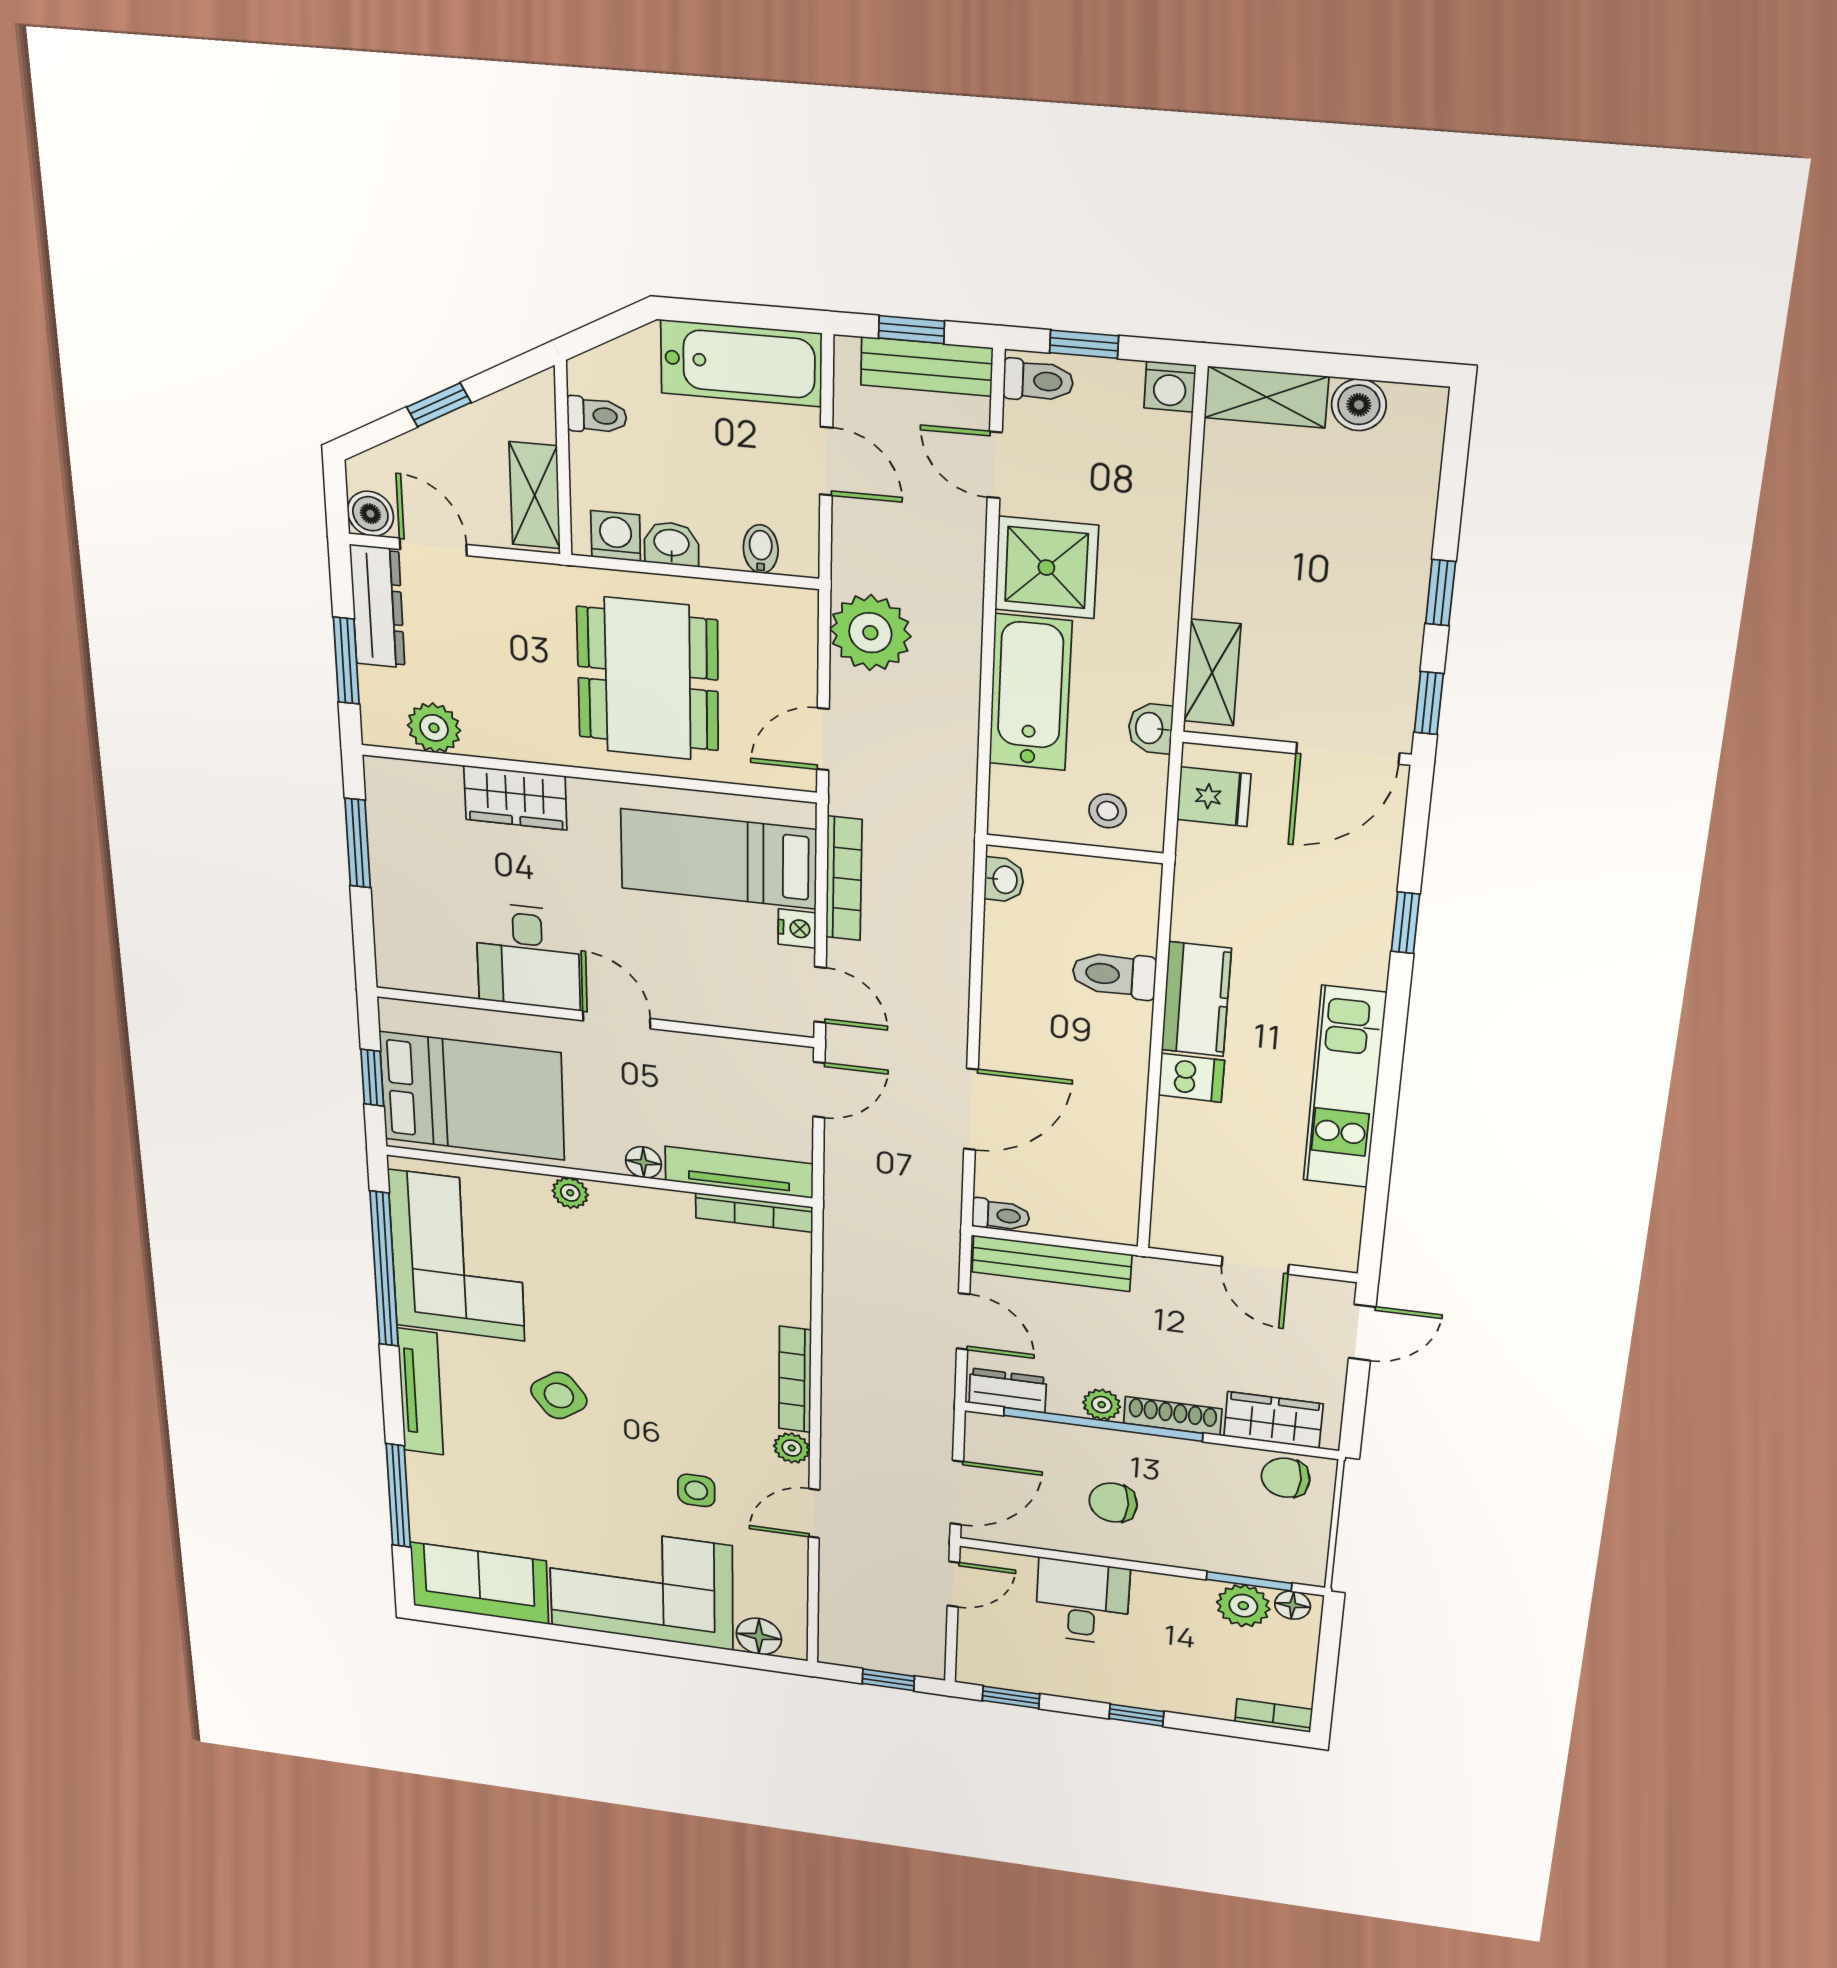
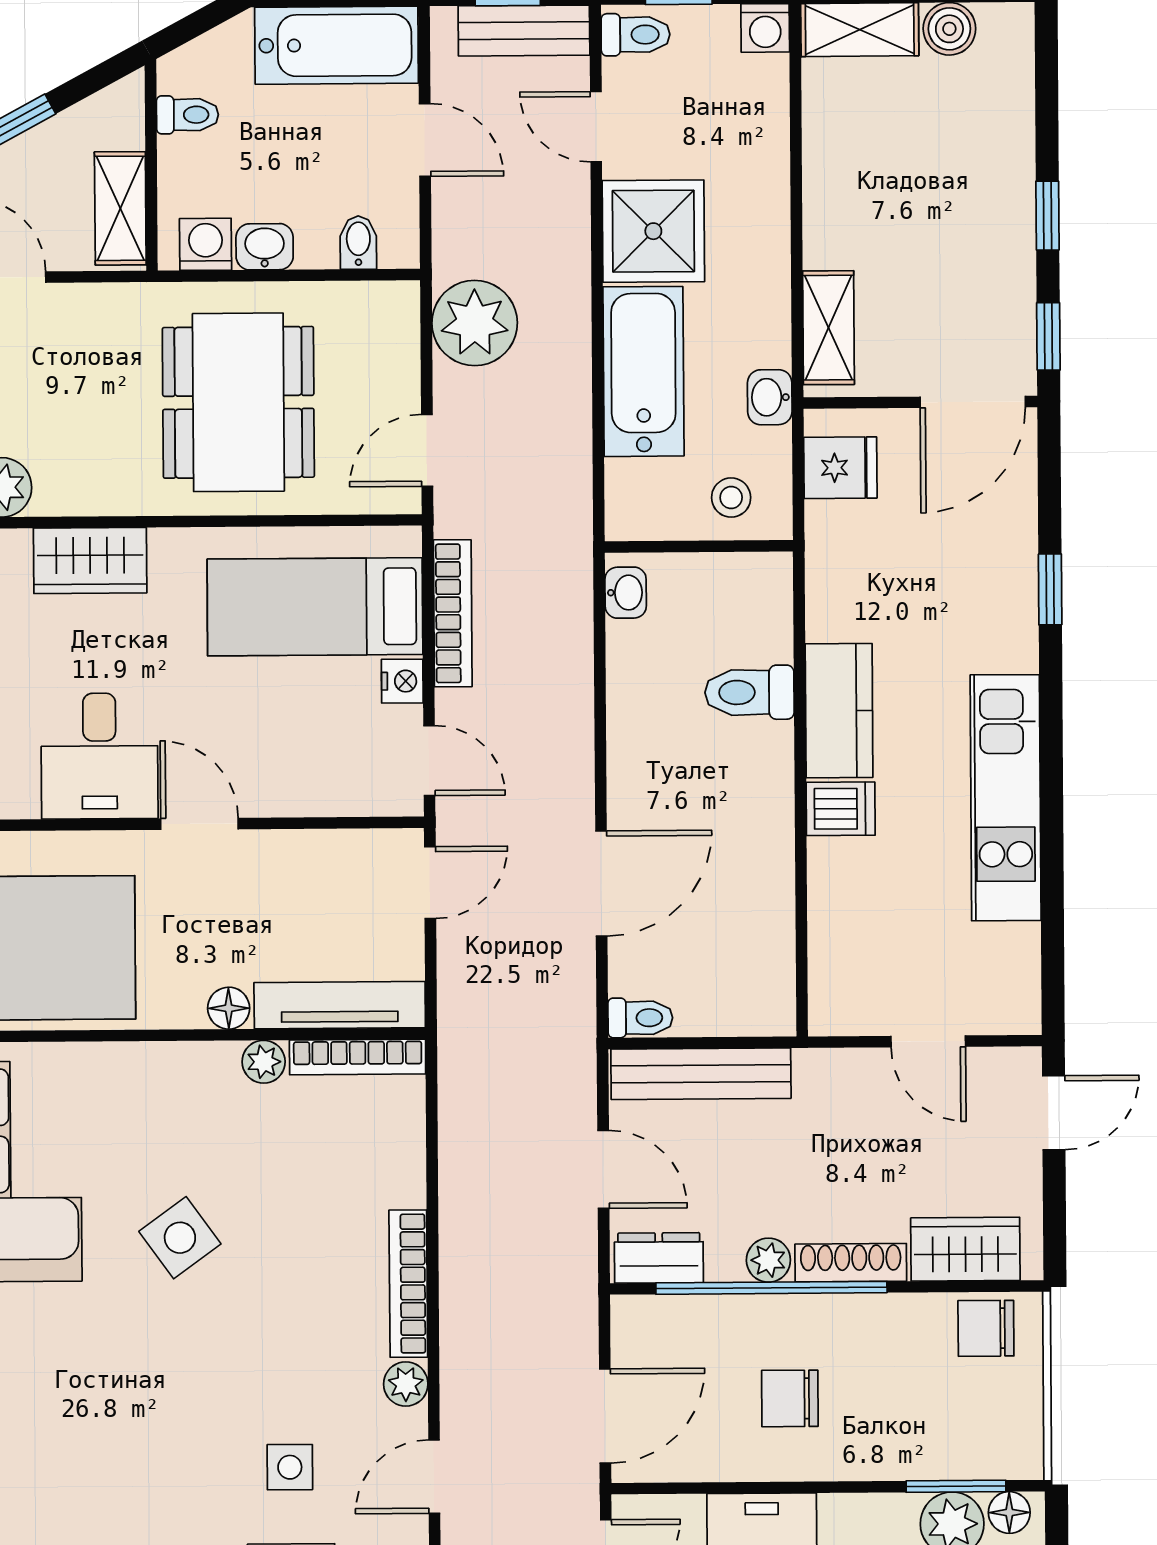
plant: (570, 1193) -> (264, 1062), moved
side table: (559, 1395) -> (180, 1238), moved

